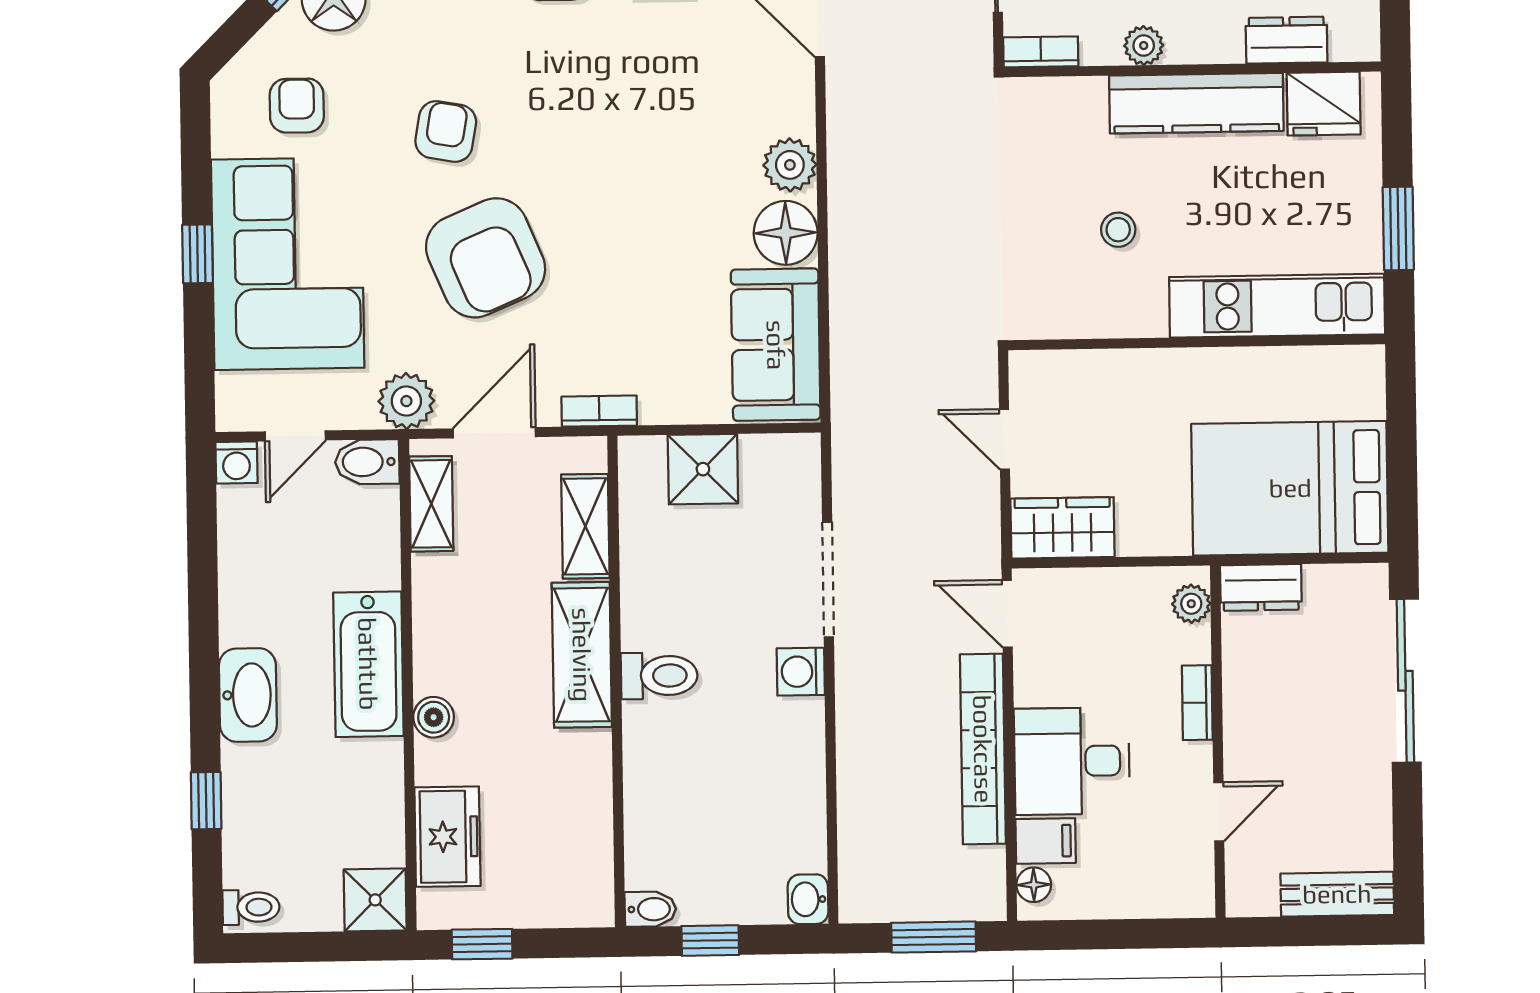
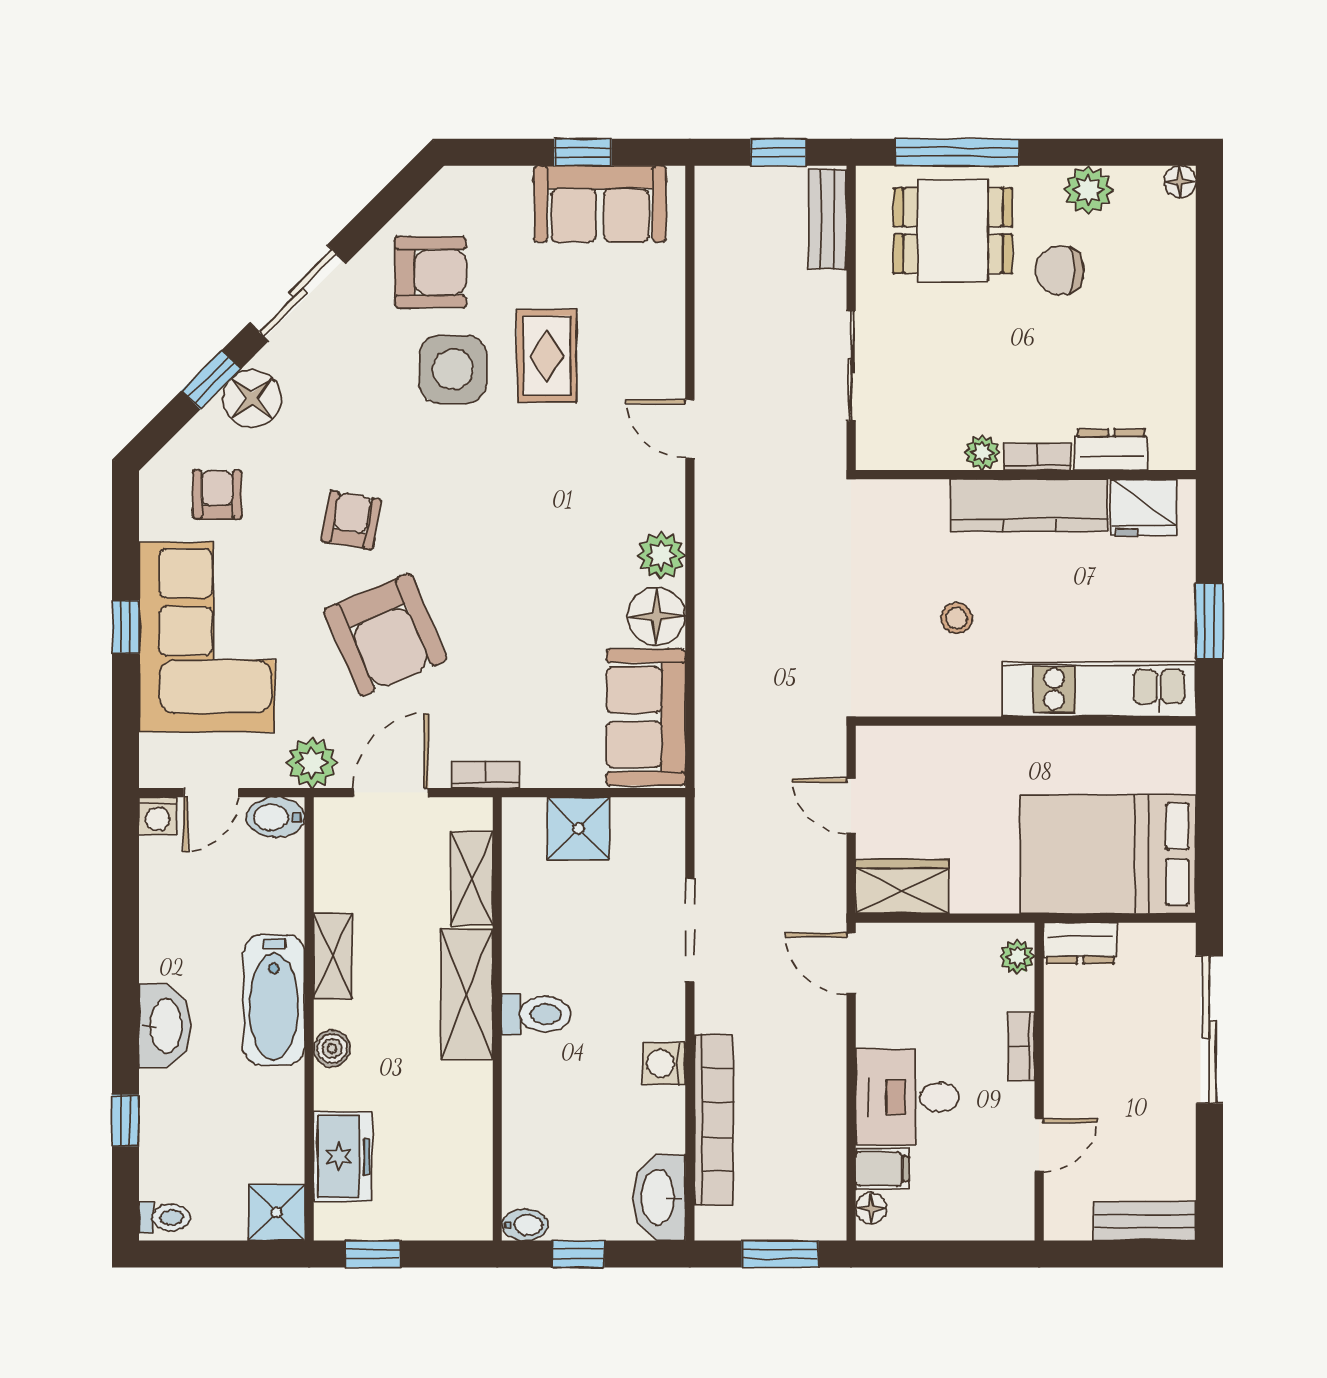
bookcase: (1041, 52) -> (1037, 457), moved
shelving: (431, 504) -> (333, 956), moved
washing machine: (801, 672) -> (664, 1063), moved
bookcase: (983, 749) -> (714, 1120), moved, turned 180
washbasin: (808, 899) -> (659, 1198), width x1.91, depth x1.45

